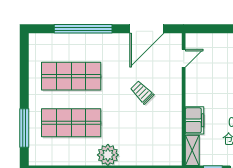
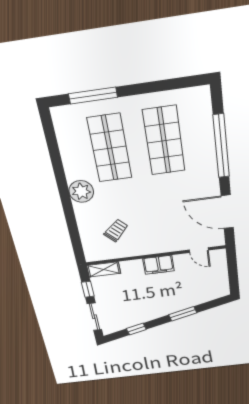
trolley: (142, 92) -> (116, 230), moved
filing cabinet: (195, 120) -> (158, 265), moved

